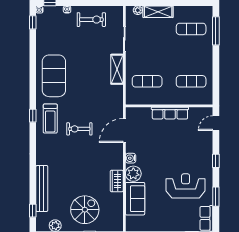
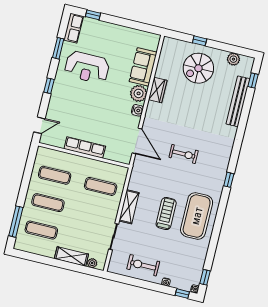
exercise mat: (191, 55) -> (48, 203), added
treadmill: (50, 119) -> (166, 214), moved
door: (124, 130) -> (137, 141), hinge flipped

